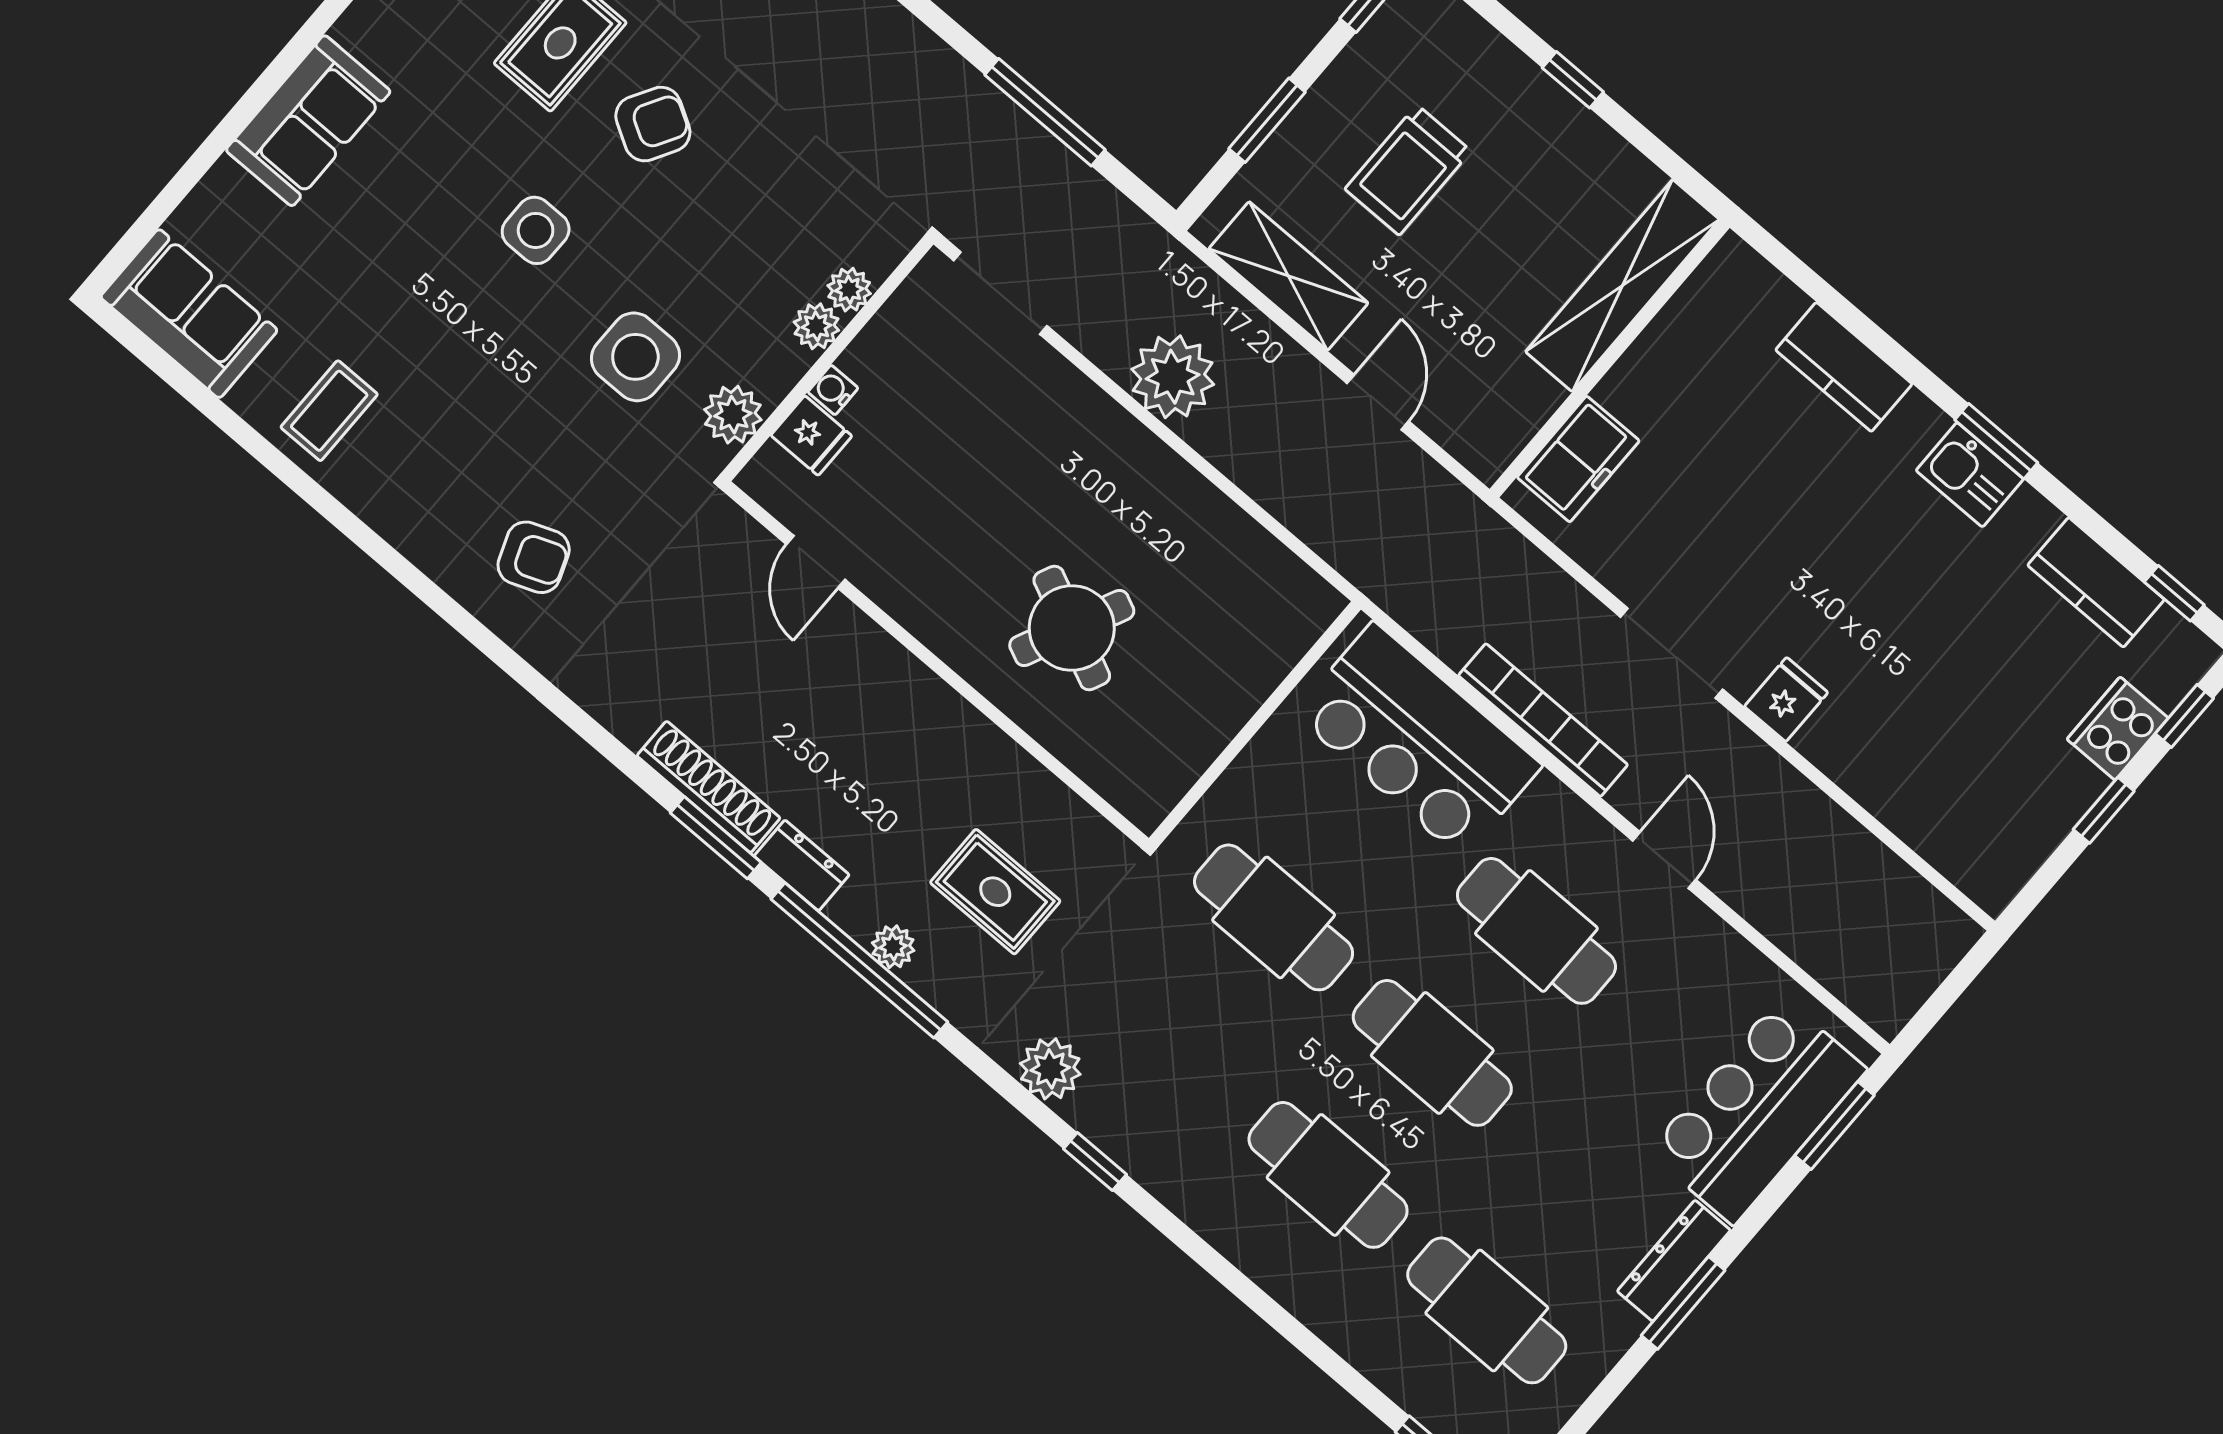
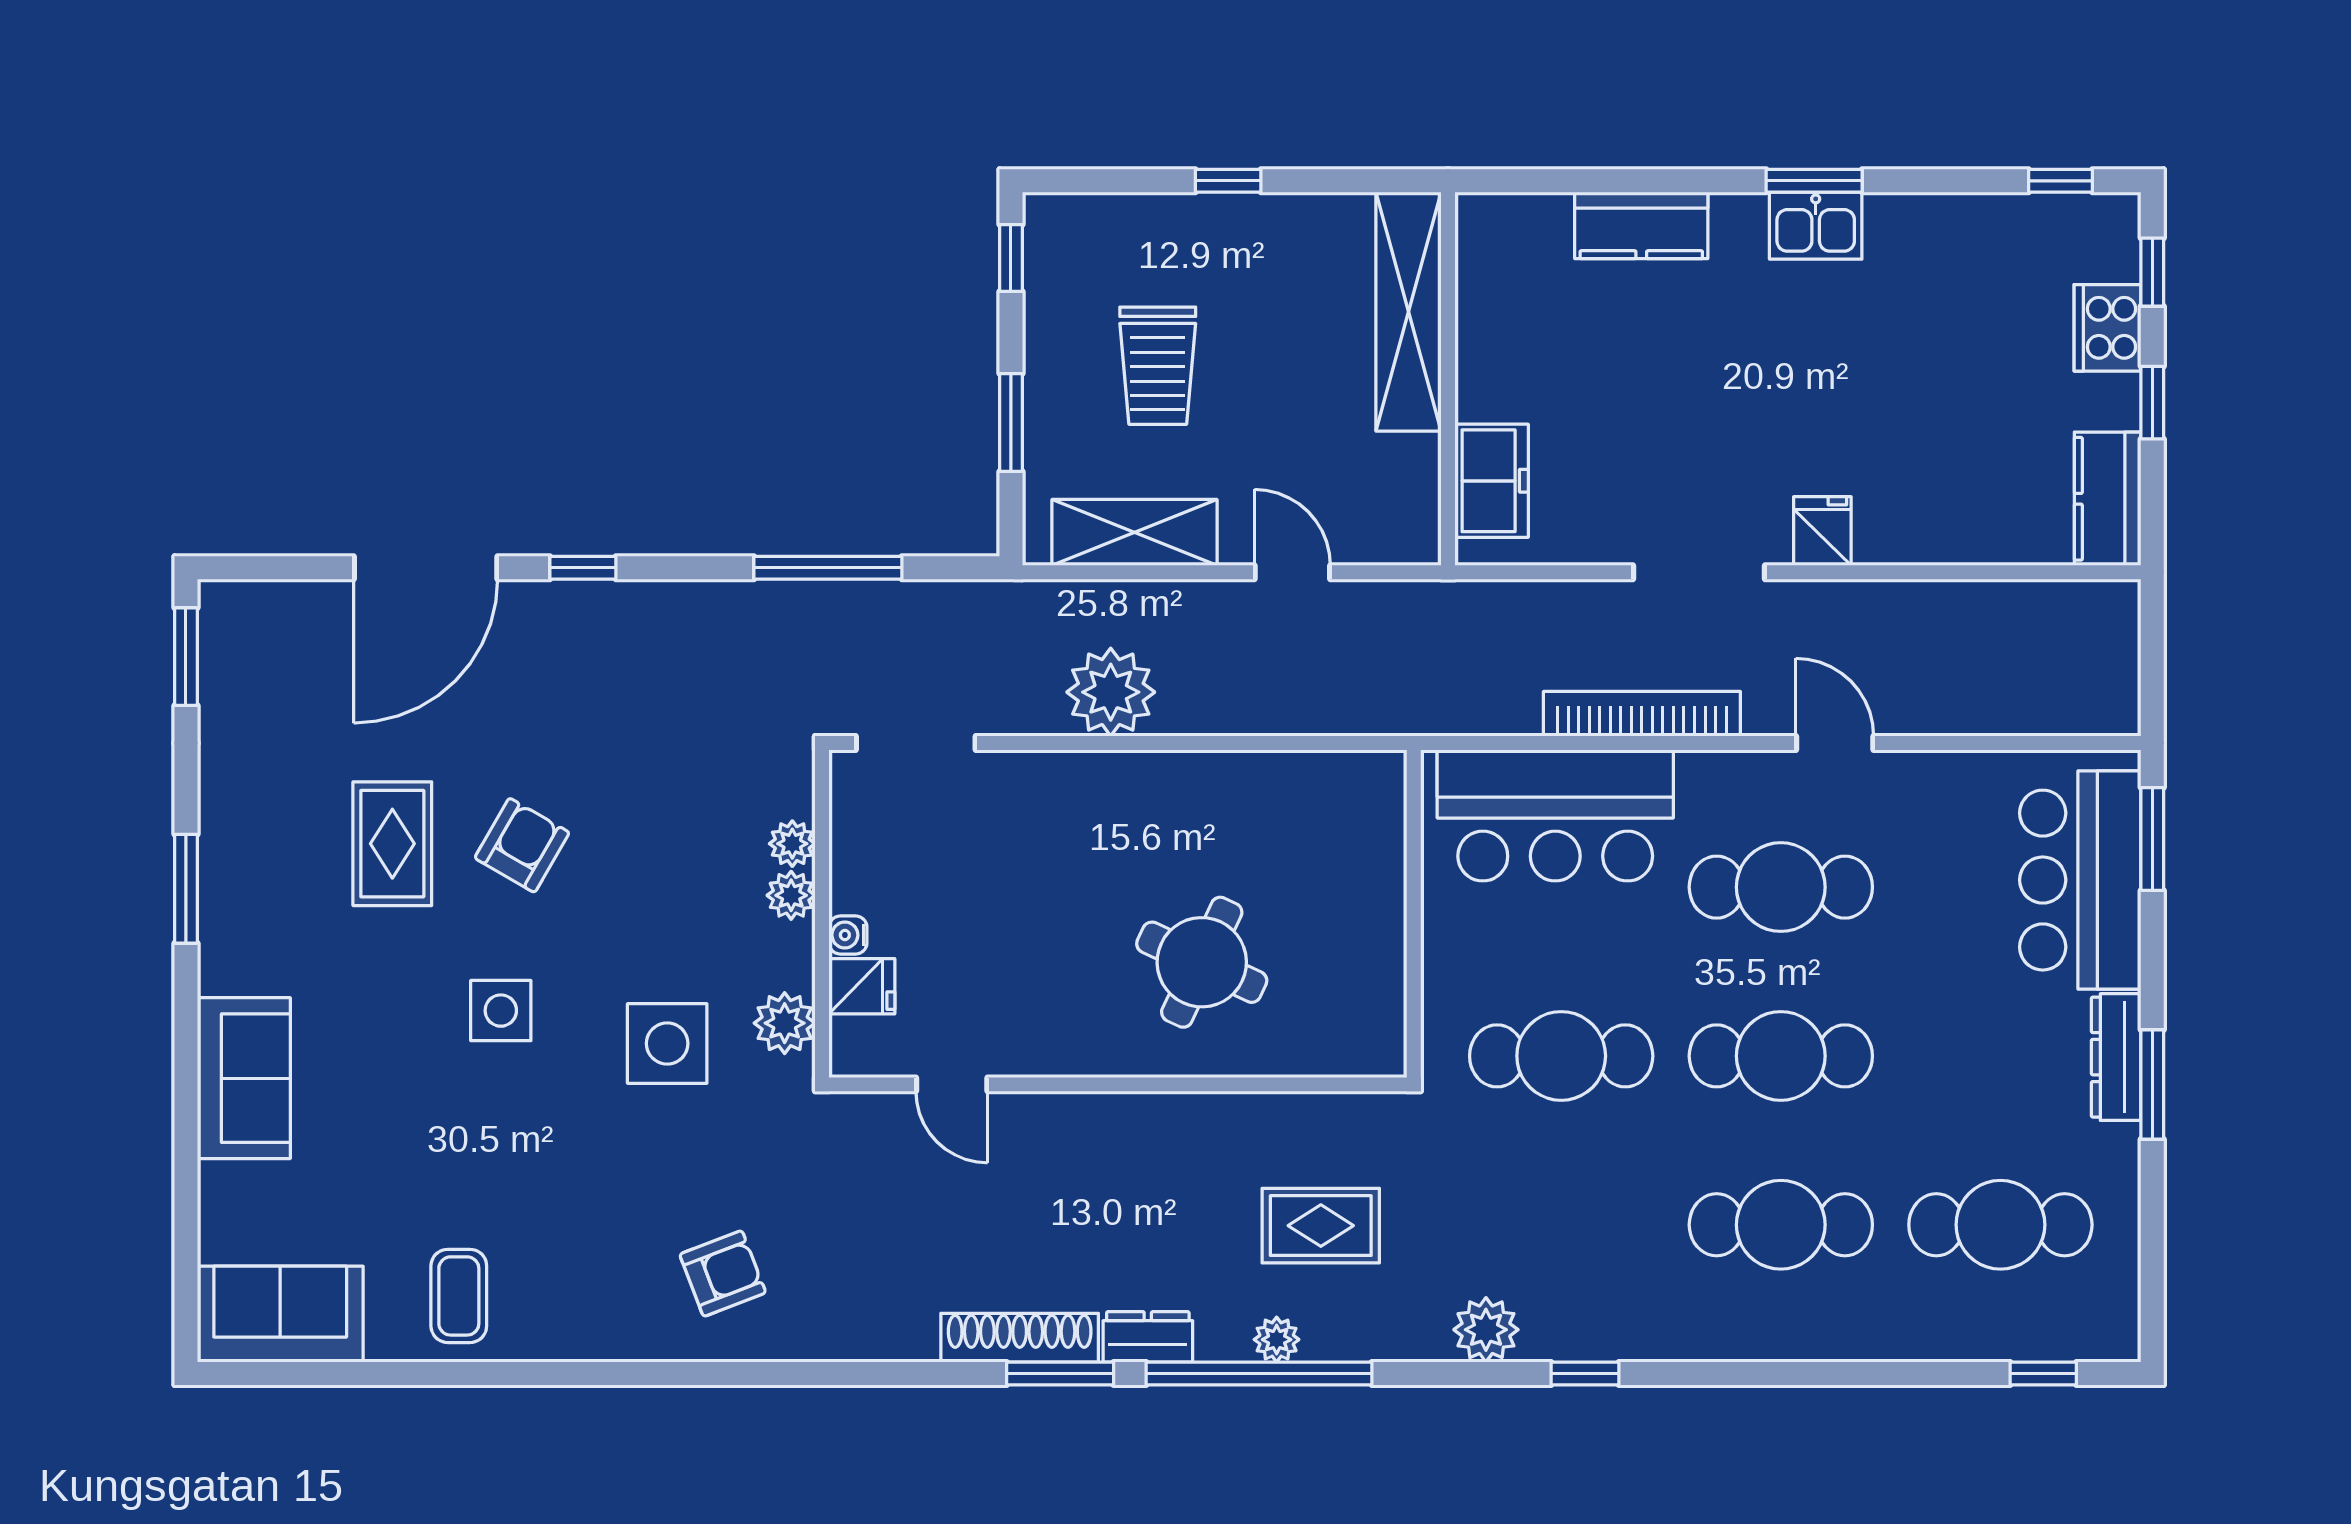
kitchen counter: (2096, 582) -> (2108, 499), moved, turned 90

